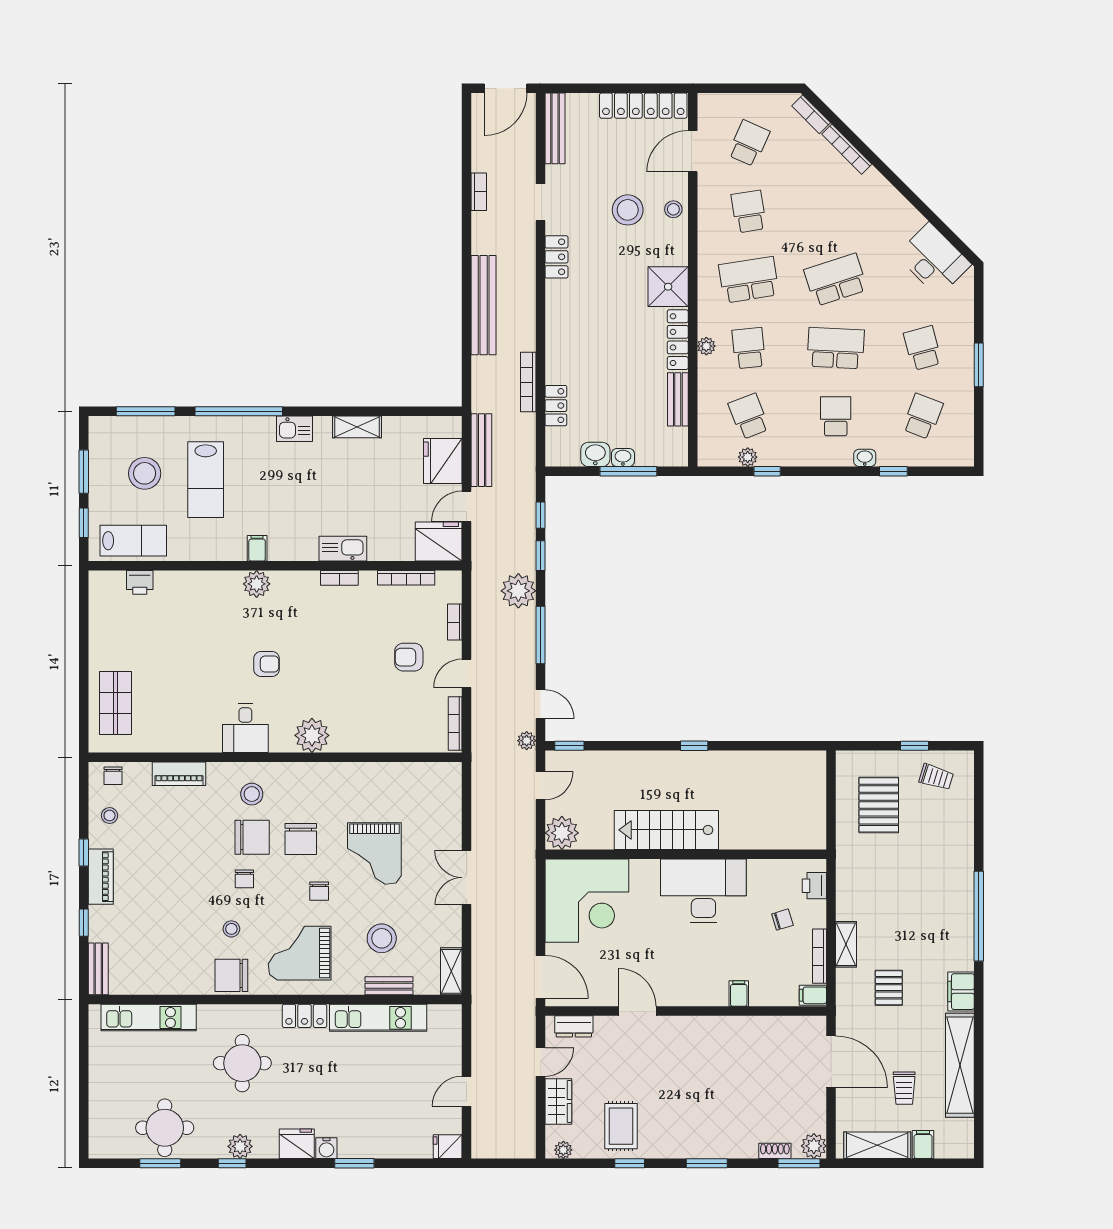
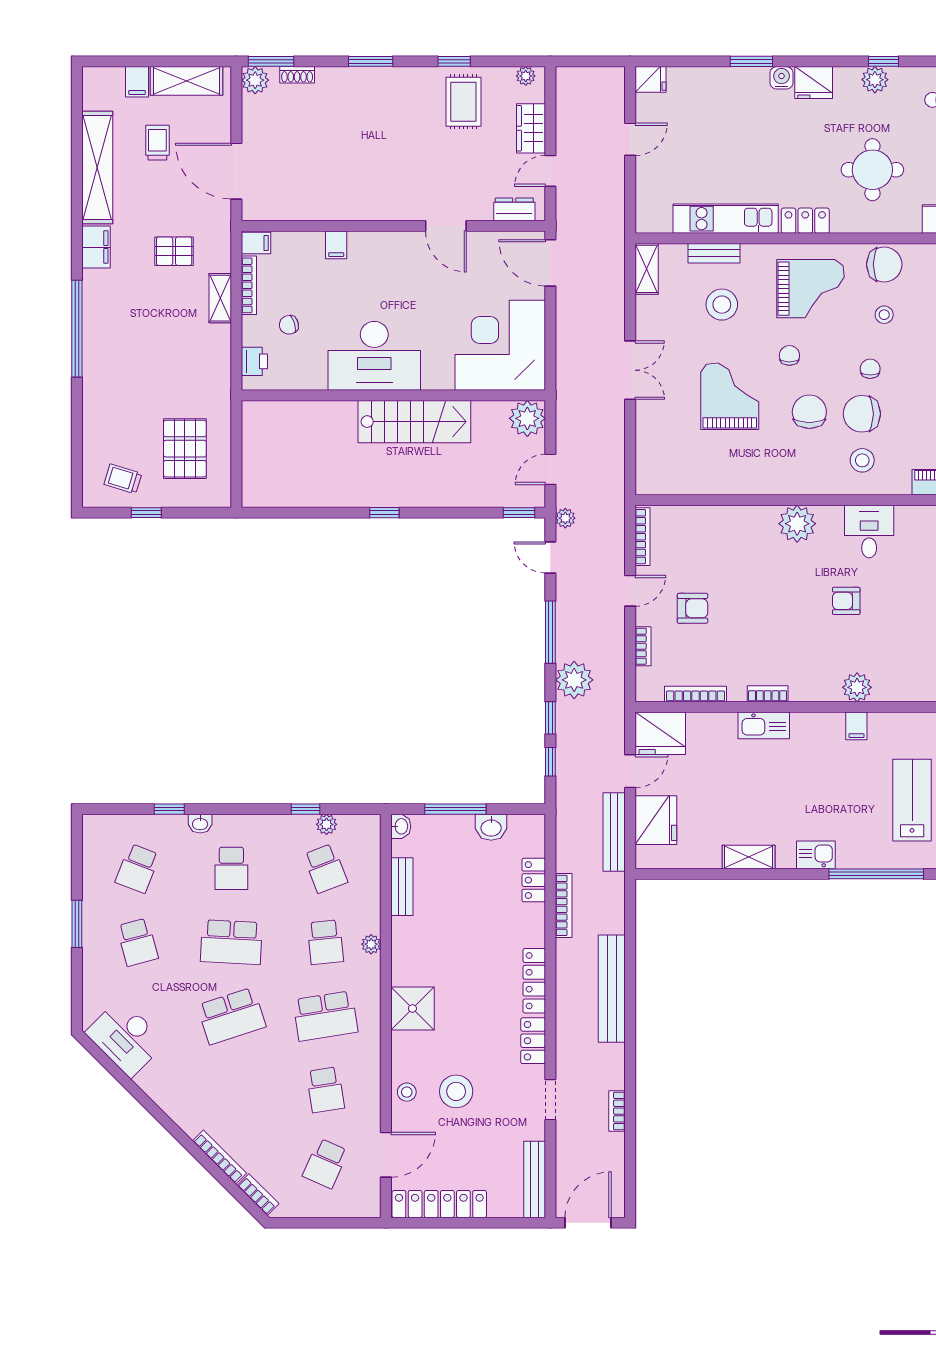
locker: (678, 340) -> (534, 981), moved, turned 180
washbasin: (623, 457) -> (401, 826), moved, turned -90
pallet: (889, 988) -> (174, 251), turned 90

